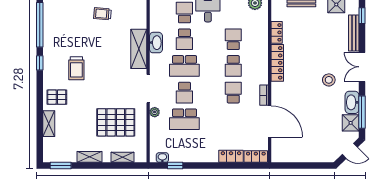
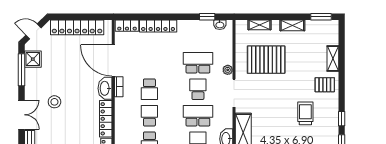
washbasin: (352, 102) -> (105, 88), moved, turned 180
locker: (306, 155) -> (77, 27), added
locker: (231, 156) -> (158, 26), width x1.53

